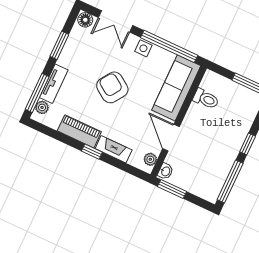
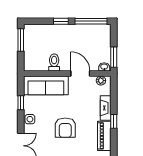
window: (169, 46) -> (21, 103), width x0.32
armchair: (112, 87) -> (65, 128), turned -34
toilet: (206, 99) -> (54, 62), moved
door: (171, 138) -> (80, 74), swing flipped

